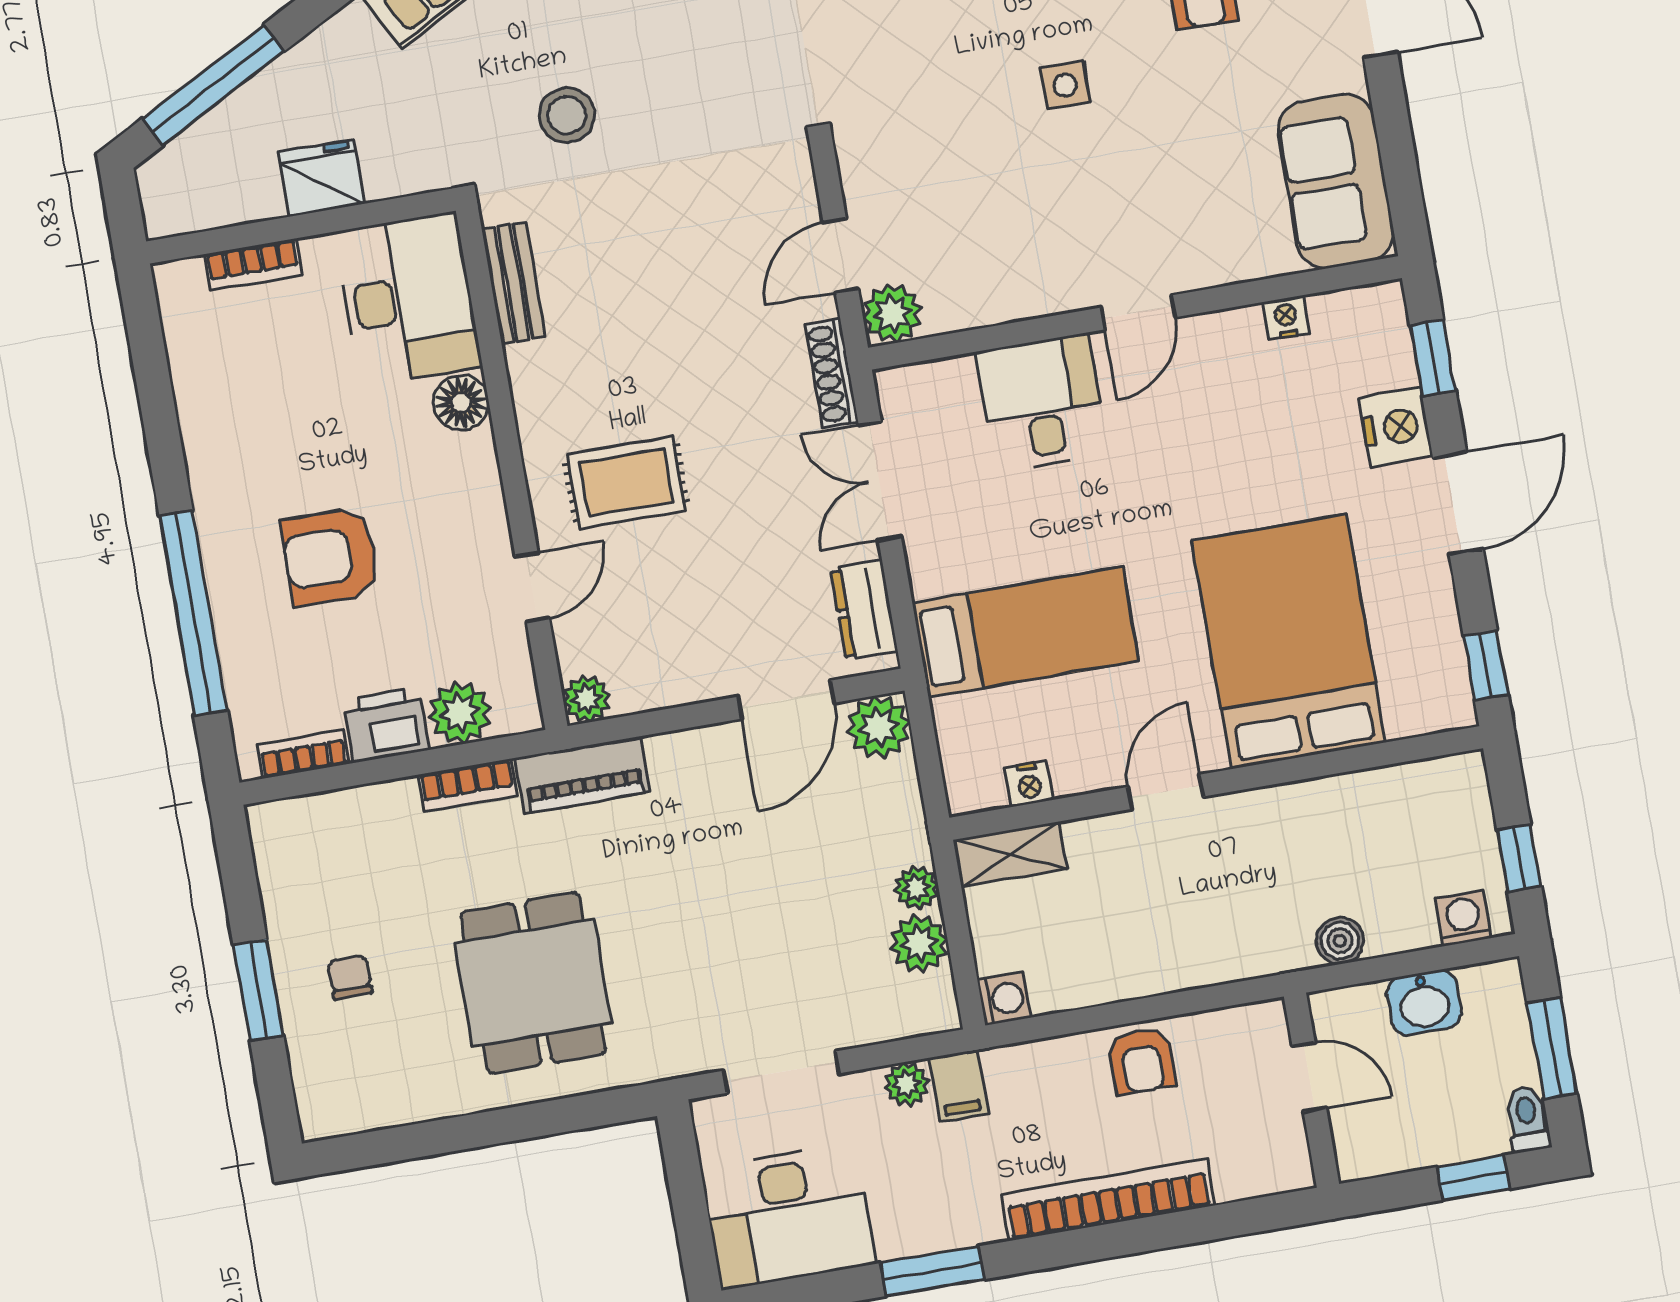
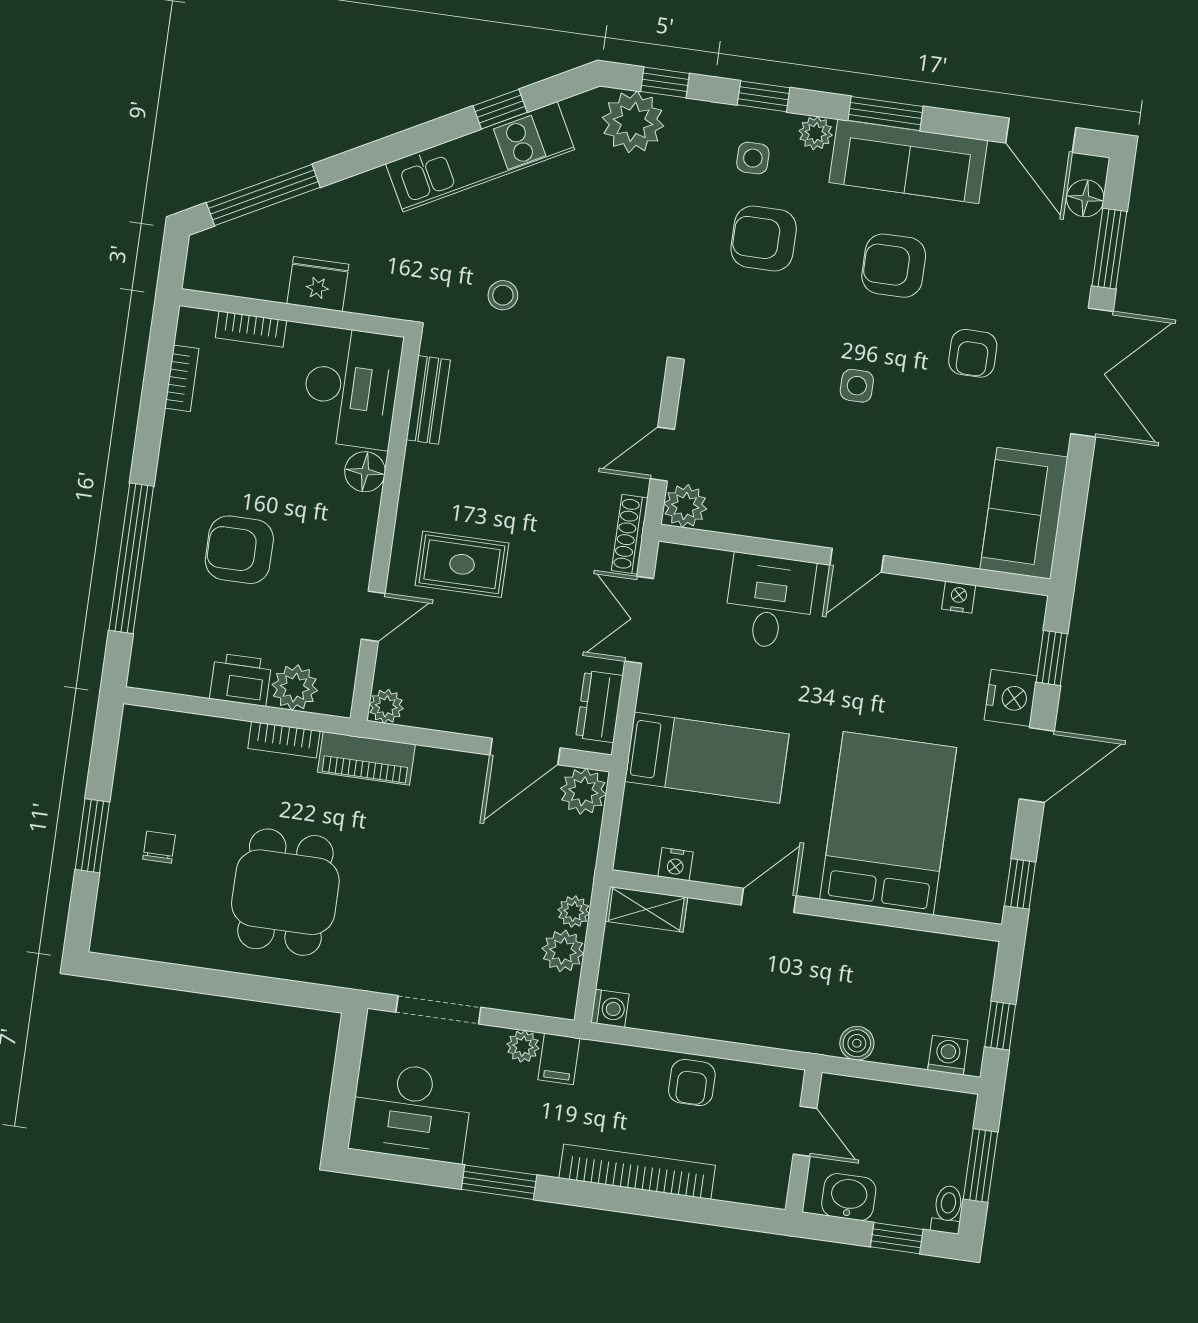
stool: (567, 115) -> (503, 295), width x0.73, depth x0.73
bookcase: (303, 754) -> (182, 378), moved, turned 90
washbasin: (1424, 1003) -> (849, 1197), moved, turned 180

